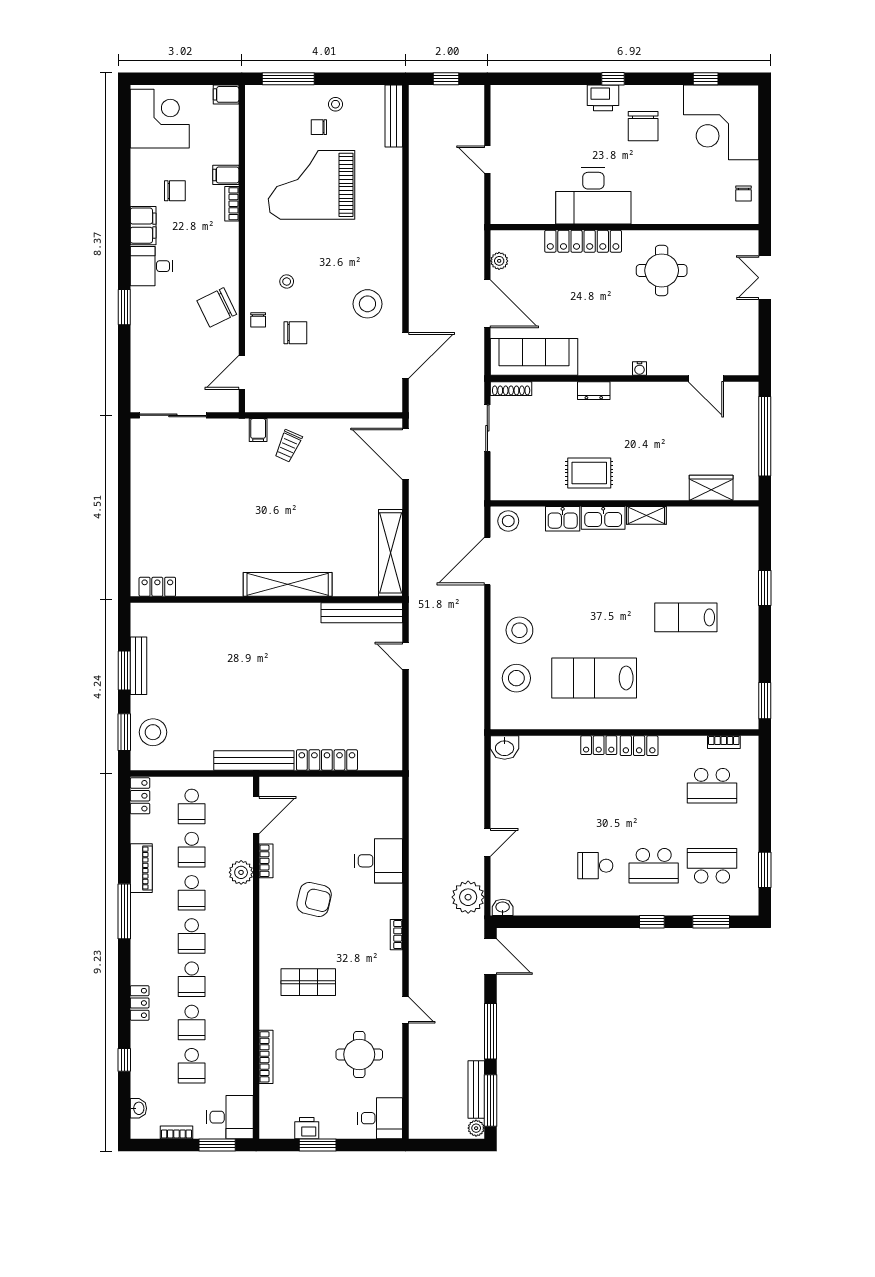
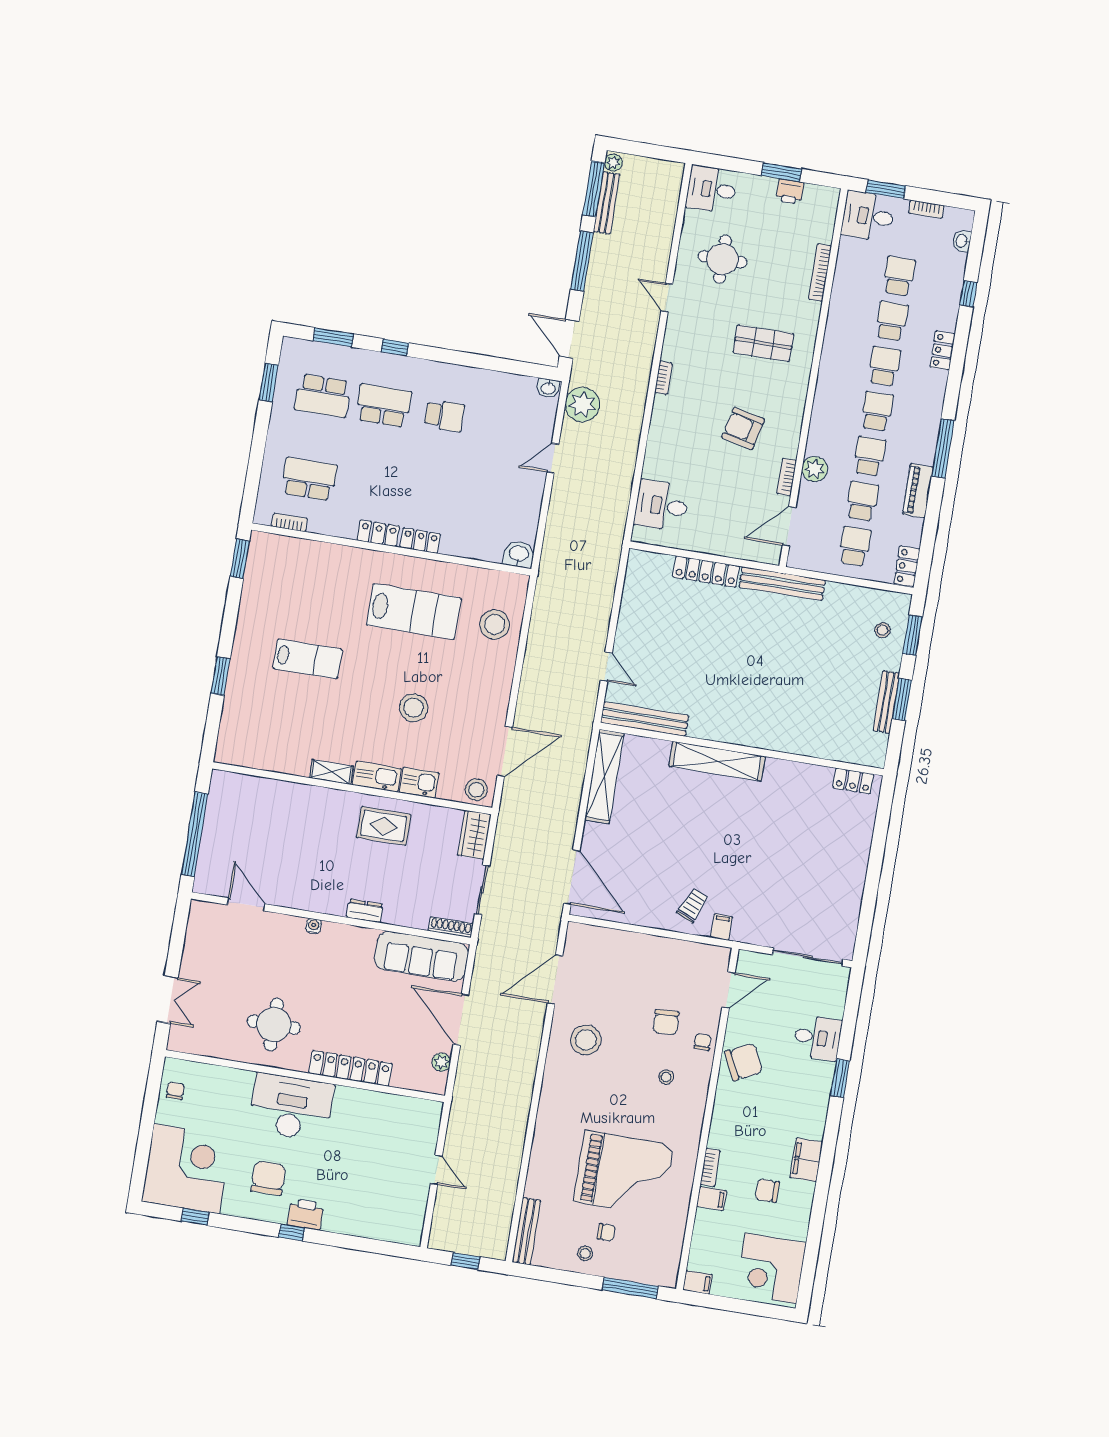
desk: (593, 196) -> (291, 1107), moved
desk: (152, 266) -> (817, 1038), moved
chair: (295, 333) -> (666, 1022), turned -93
wardrobe: (711, 488) -> (474, 835), moved, turned 90
stool: (519, 630) -> (414, 708), moved
stool: (153, 732) -> (883, 630), width x0.53, depth x0.53
desk: (378, 861) -> (662, 506), moved

